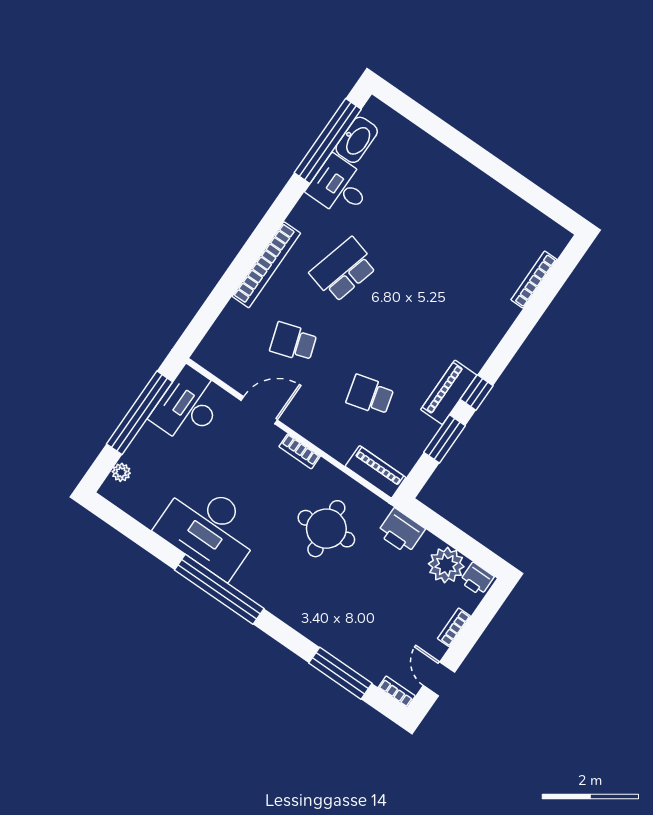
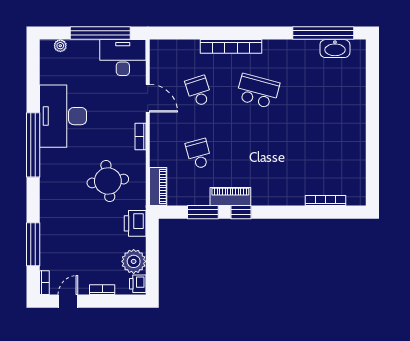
desk: (340, 187) -> (302, 57), removed

